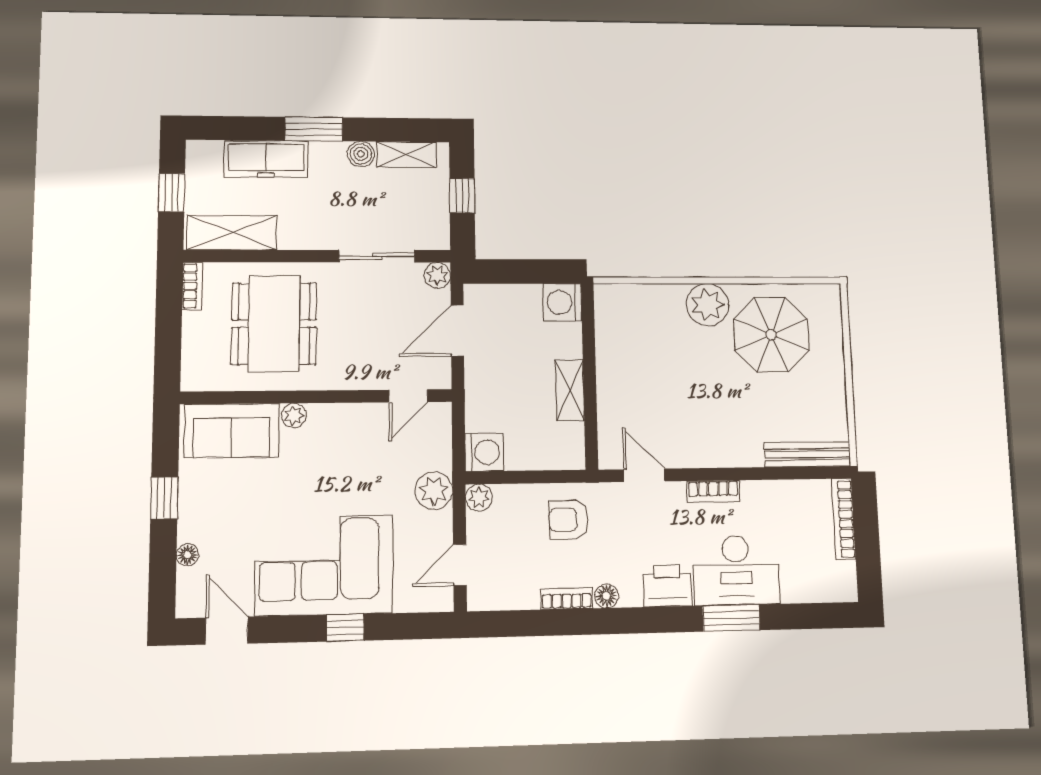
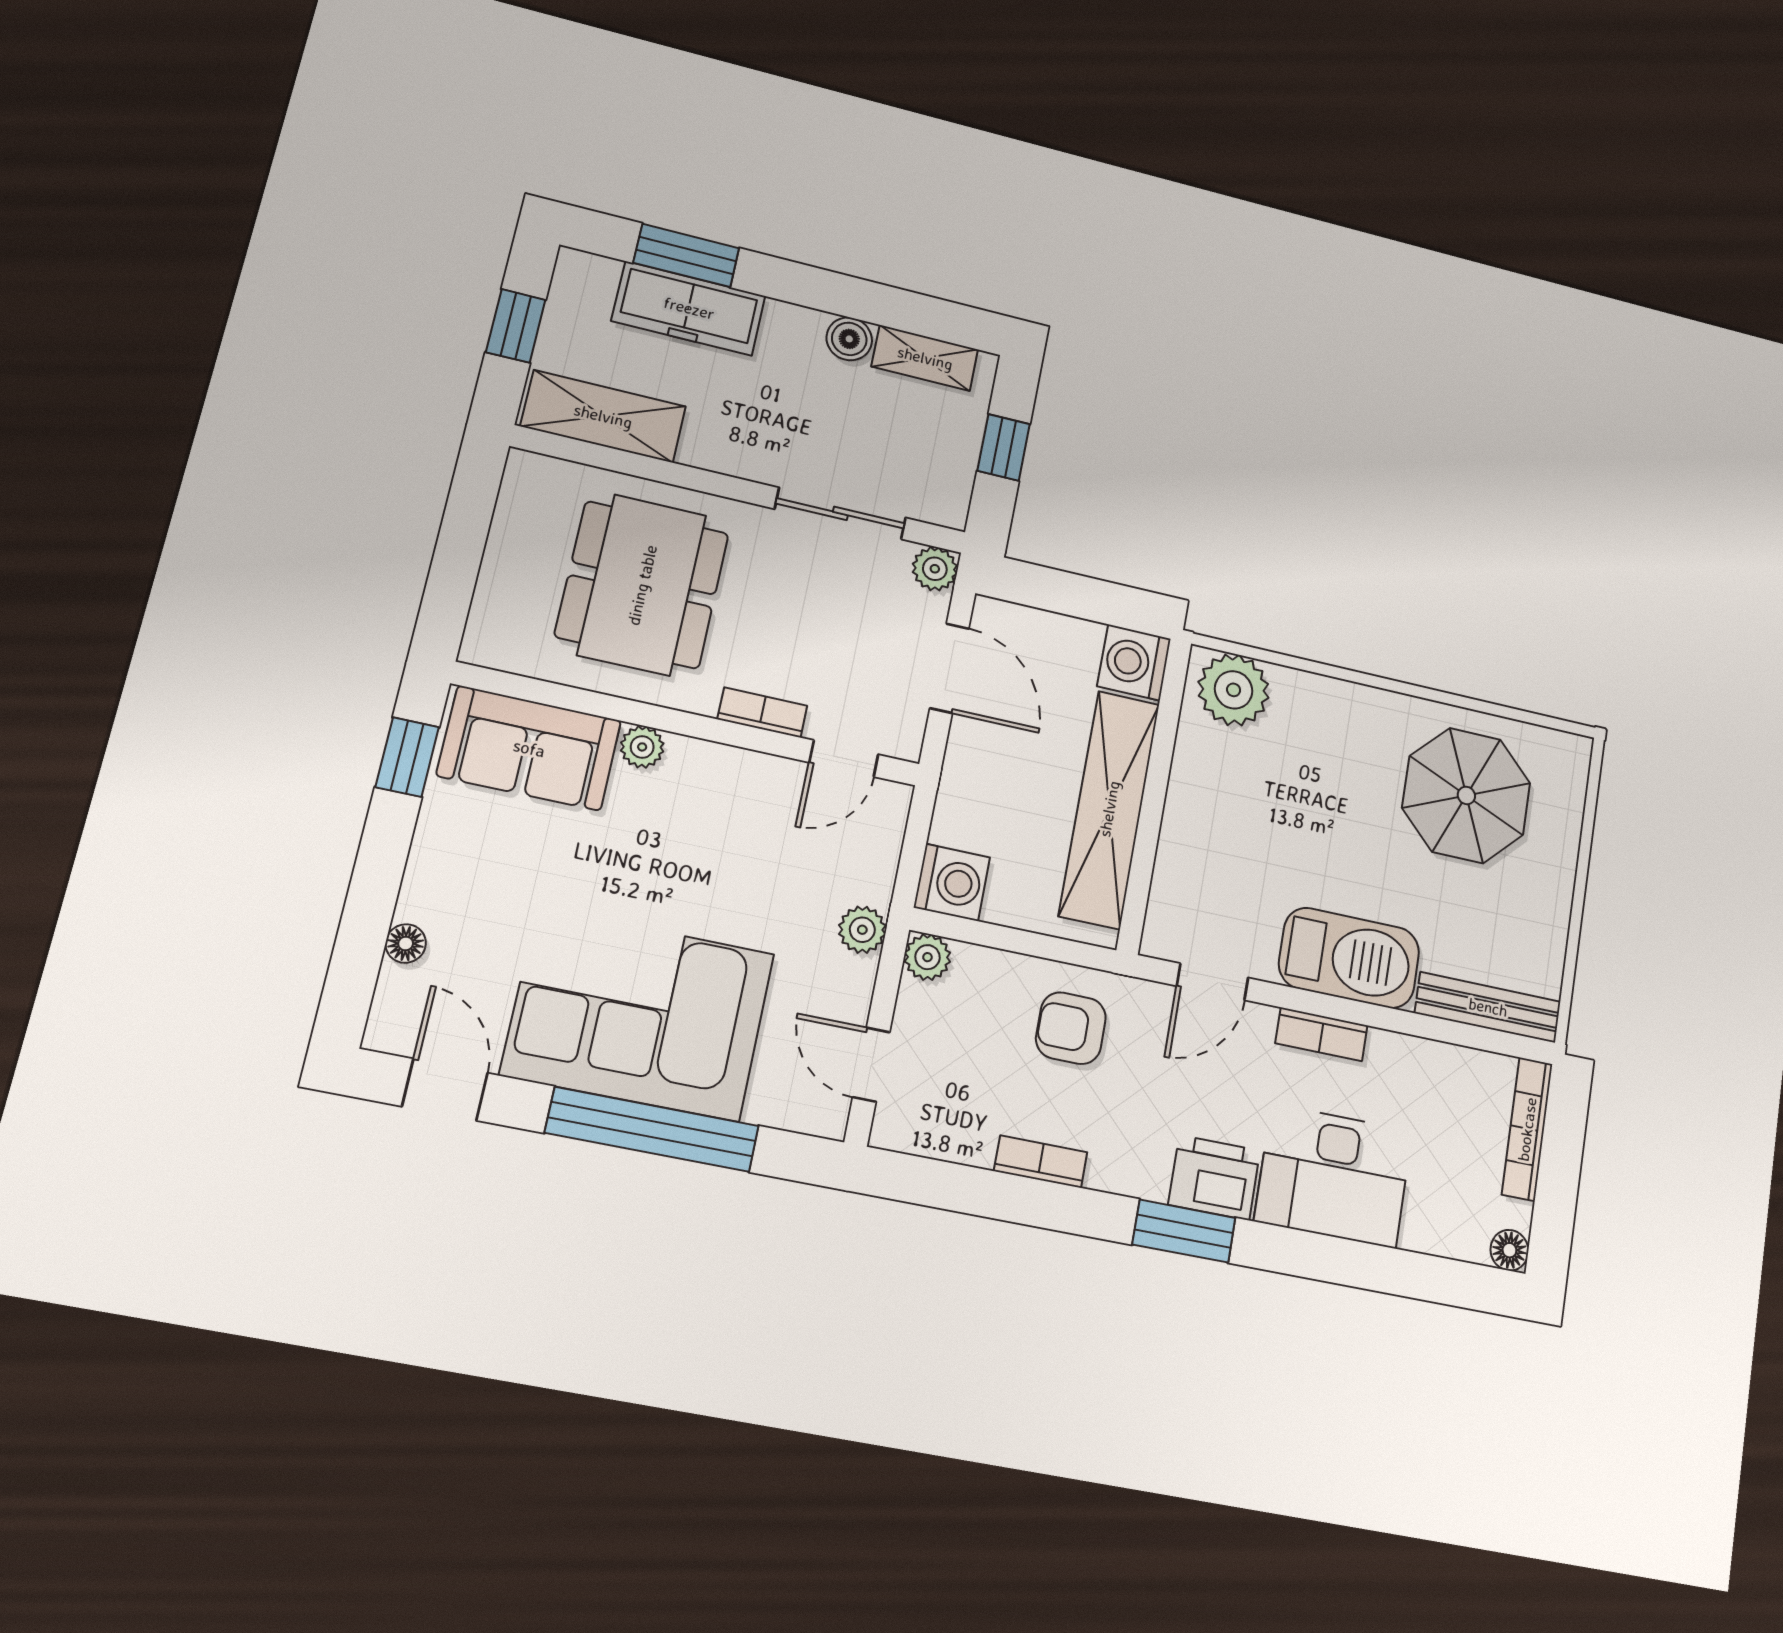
window: (314, 129) -> (686, 255), moved
bookcase: (192, 286) -> (762, 713), moved, turned -90
plant: (708, 305) -> (1234, 690), moved
door: (457, 331) -> (949, 668), swing flipped
shelving: (570, 390) -> (1109, 809), width x2.20, depth x1.33
barbecue: (721, 444) -> (1349, 958), added
door: (644, 475) -> (1212, 982), swing flipped
plant: (434, 490) -> (862, 930), width x0.73, depth x0.73
window: (164, 498) -> (407, 757), moved
door: (460, 565) -> (871, 1065), hinge flipped
floor lamp: (606, 596) -> (1509, 1250), moved
window: (731, 618) -> (1184, 1231), moved
window: (345, 628) -> (652, 1129), width x3.17

